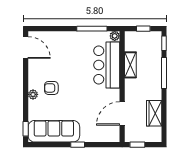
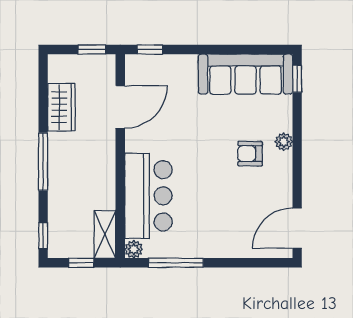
door: (26, 47) -> (297, 228), hinge flipped
shelving: (130, 65) -> (105, 234), moved
window: (164, 73) -> (43, 162), moved
armchair: (51, 88) -> (250, 154), turned 180
window: (78, 145) -> (150, 49), moved

